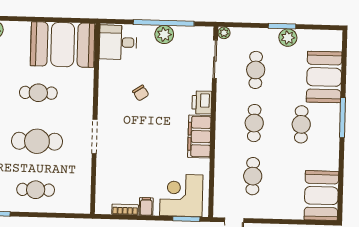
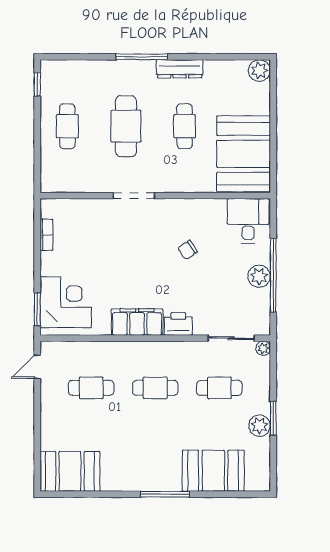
cafe table: (301, 124) -> (155, 445), removed
filing cabinet: (146, 206) -> (51, 260), removed

